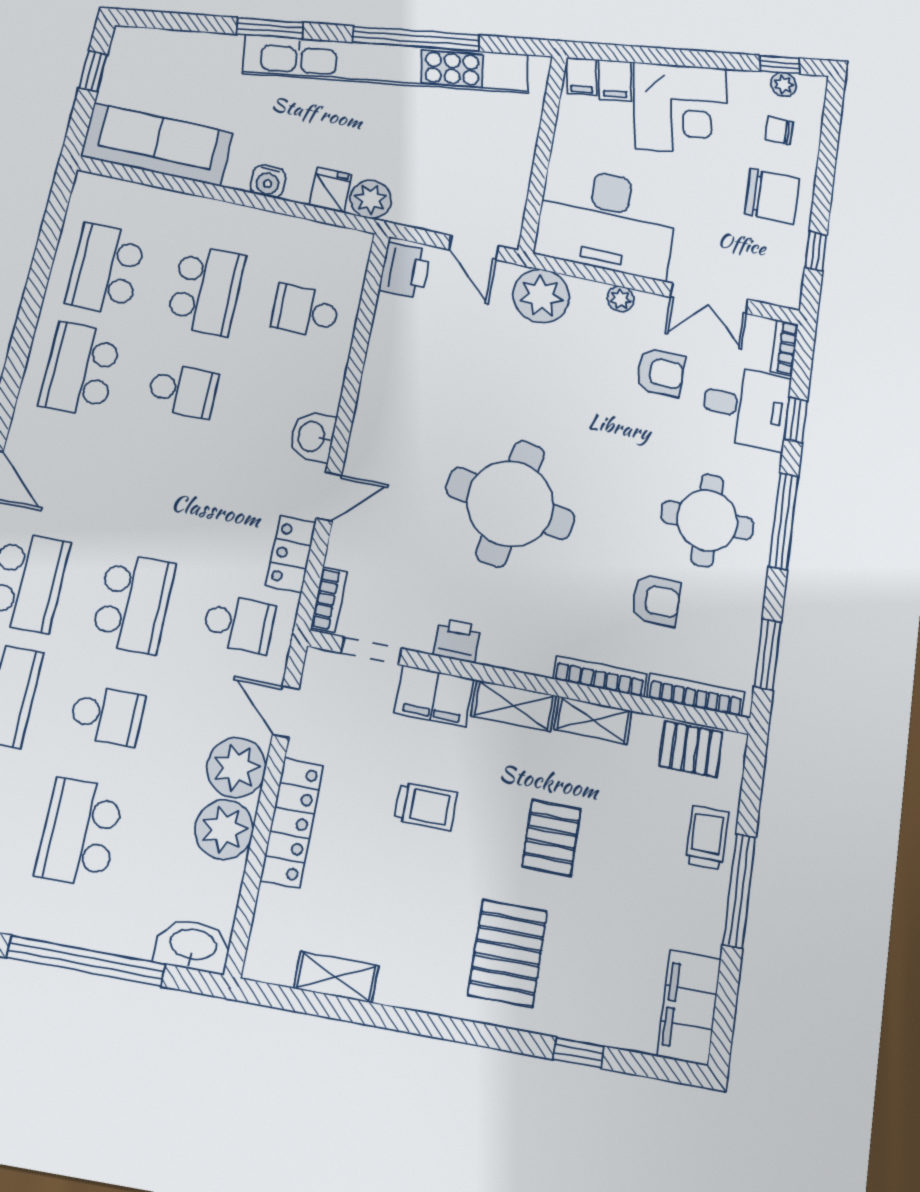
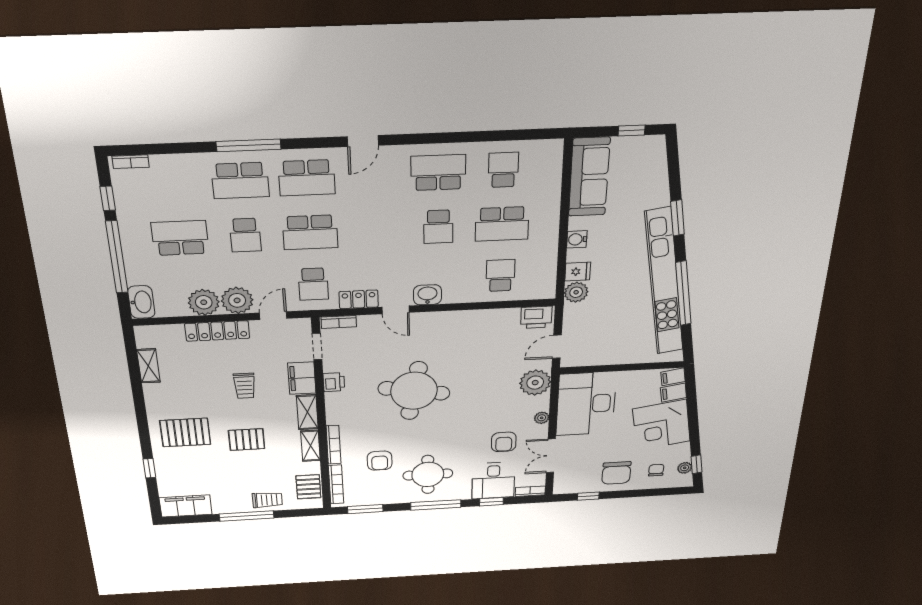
school desk: (106, 269) -> (503, 170), width x0.54

